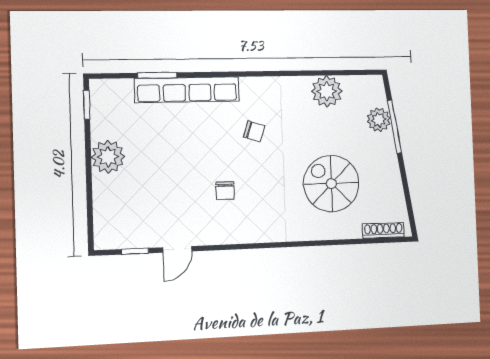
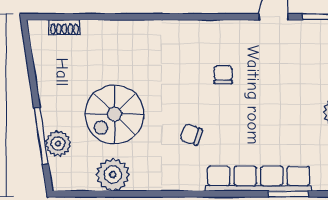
spiral stairs: (331, 184) -> (114, 114), moved, turned 90
shoe rack: (383, 230) -> (64, 27), width x0.70

